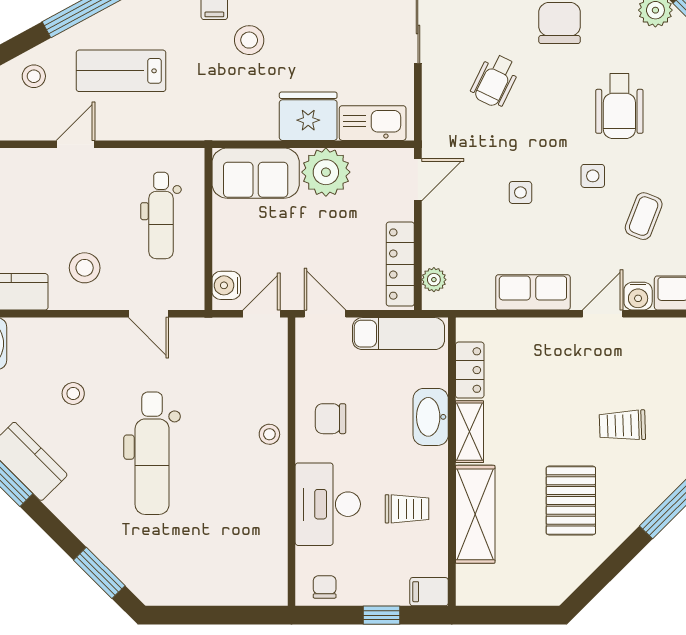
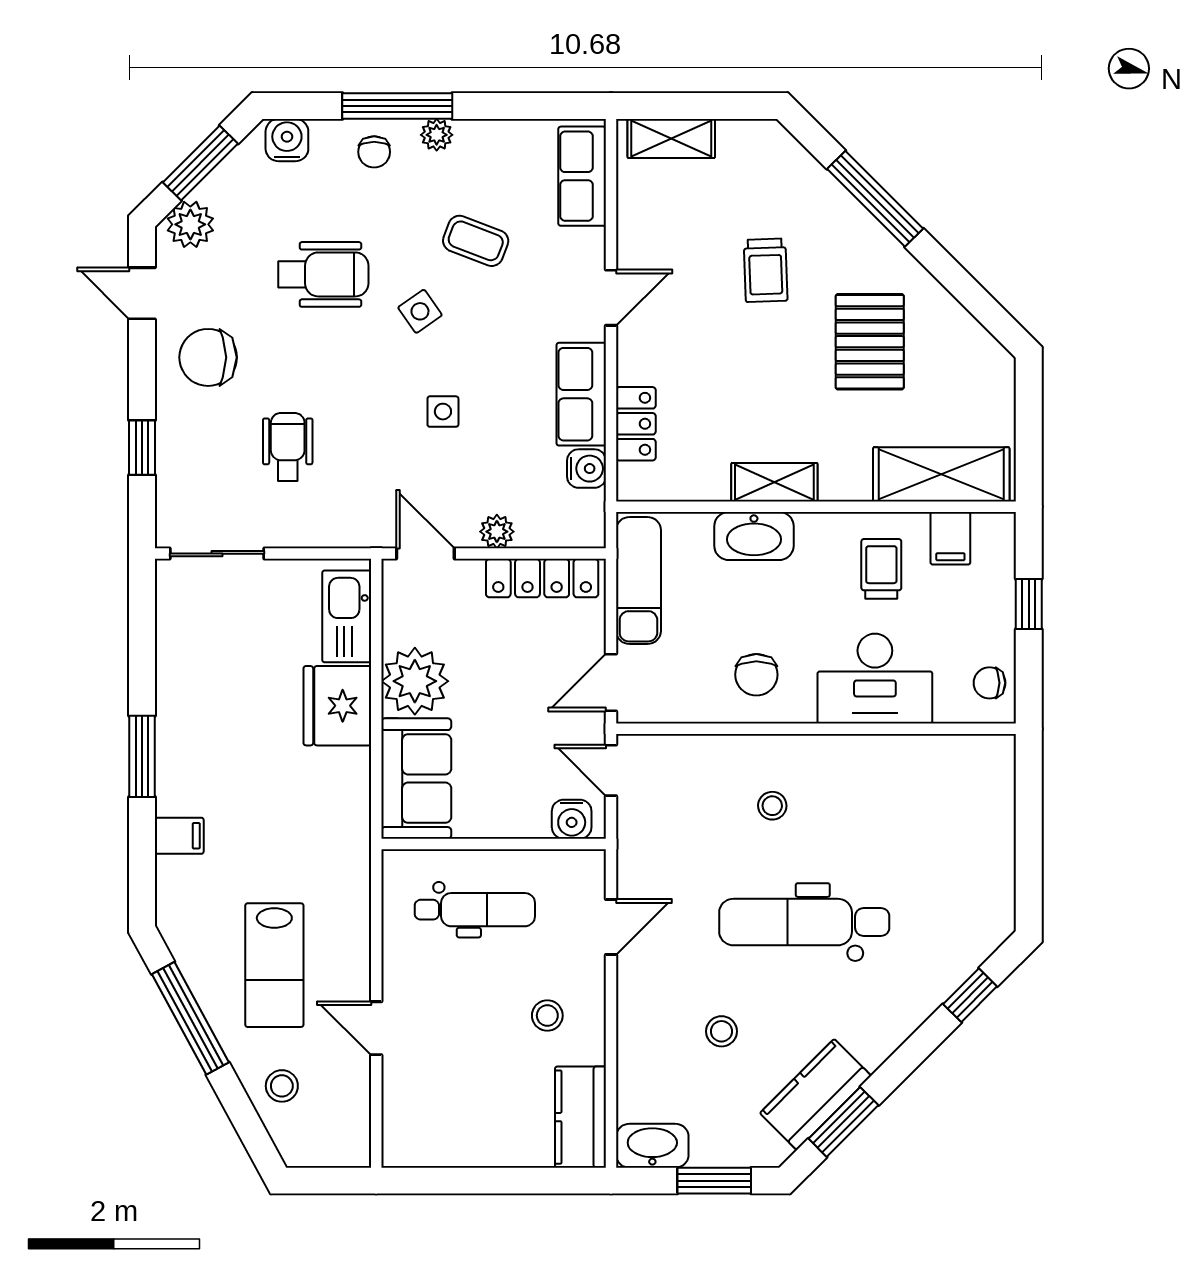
stool: (249, 40) -> (232, 788), removed
wheelchair: (495, 80) -> (288, 447), turned -116
side table: (593, 176) -> (420, 311), turned -35
stool: (85, 268) -> (547, 1016), width x0.73, depth x0.73
plant: (434, 280) -> (497, 532), moved
water cooler: (638, 296) -> (587, 469), moved
door: (603, 314) -> (611, 298), swing flipped
locker: (470, 370) -> (636, 424), moved, turned 90
stool: (269, 434) -> (772, 806), moved
dental chair: (152, 453) -> (804, 922), turned 180
pallet: (571, 500) -> (870, 342), turned 90
shelving: (475, 514) -> (941, 474), moved
window: (99, 573) -> (970, 995), width x0.67
filing cabinet: (429, 592) -> (950, 538), moved

